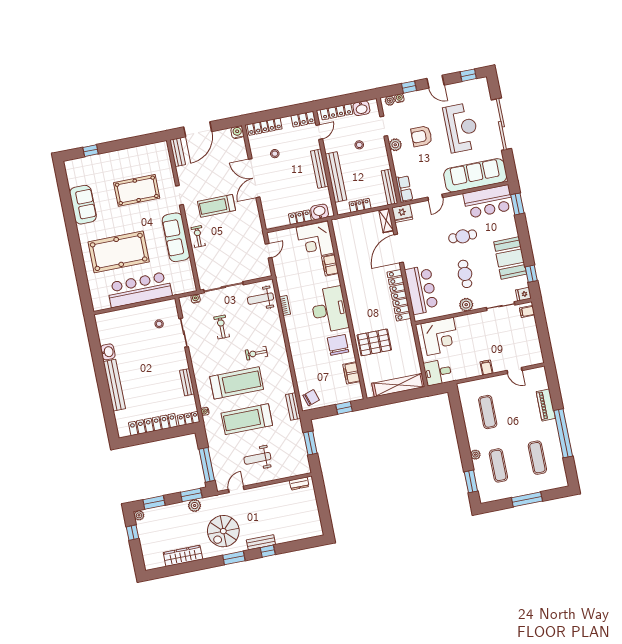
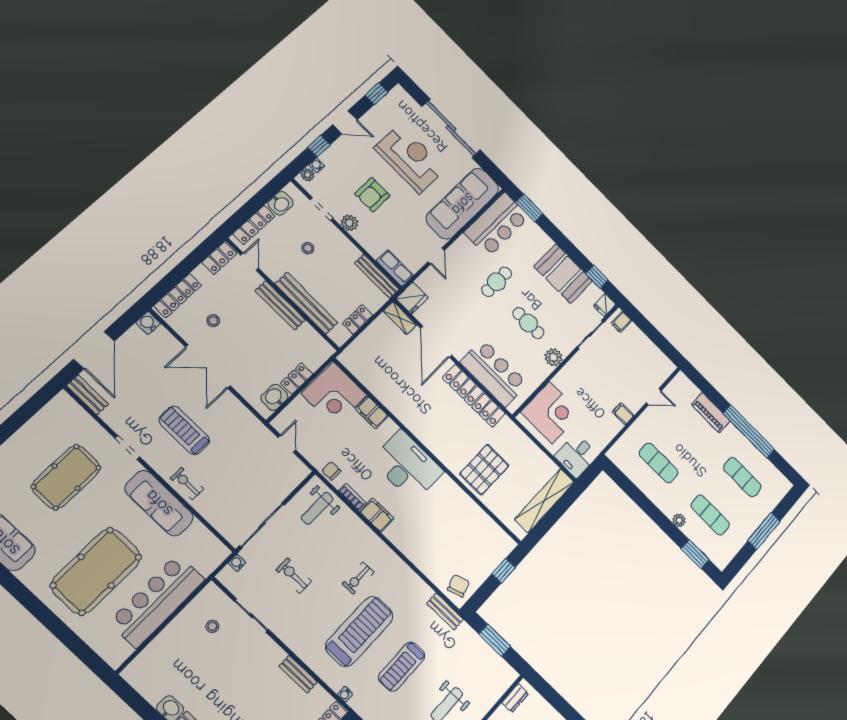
treadmill: (217, 206) -> (184, 430), turned 90
washbasin: (320, 212) -> (274, 397), moved
chair: (338, 345) -> (331, 471), moved, width x0.54, depth x0.54
filing cabinet: (352, 373) -> (377, 515), moved, turned 180
treadmill: (247, 419) -> (402, 667), width x0.73, depth x0.73

